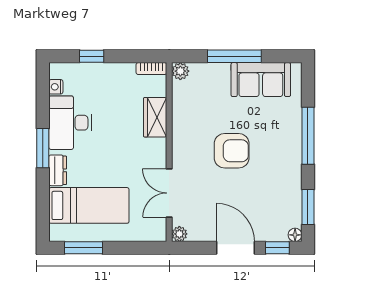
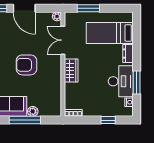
plant: (180, 71) -> (33, 111), moved
wardrobe: (155, 117) -> (71, 71), moved
window: (43, 148) -> (137, 83), moved
double door: (169, 193) -> (63, 40), swing flipped
window: (84, 248) -> (88, 8), moved

